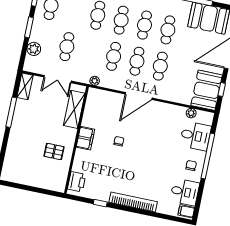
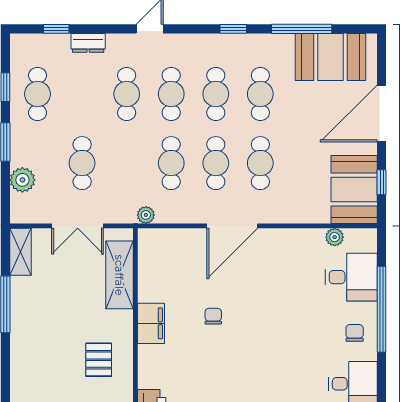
pallet: (54, 151) -> (99, 360), turned 90

